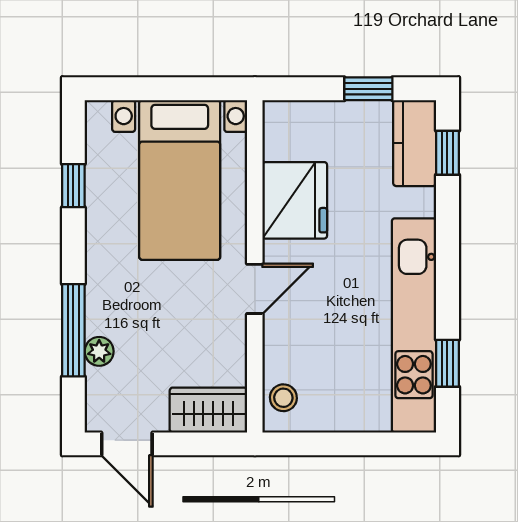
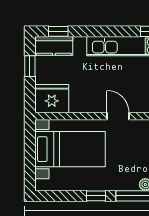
window: (73, 186) -> (96, 196), moved
fridge: (295, 200) -> (52, 99), moved

